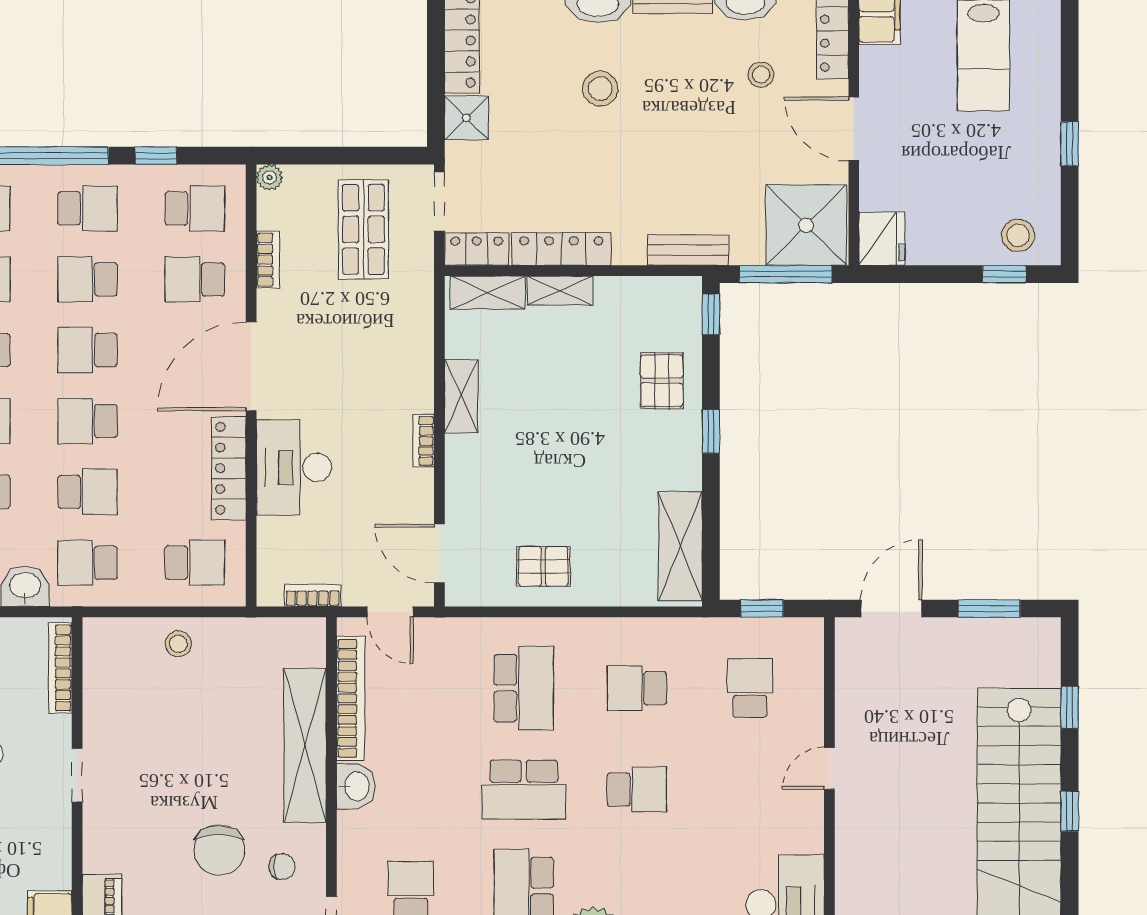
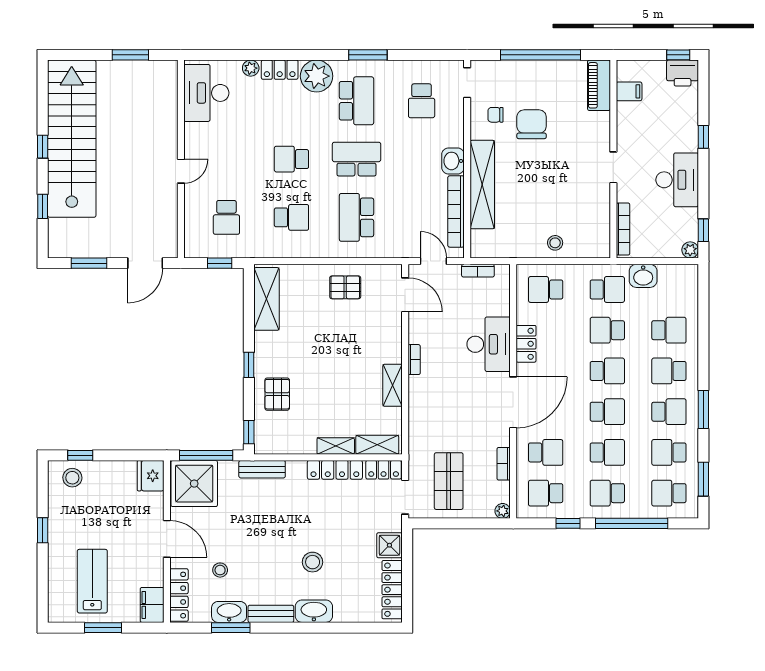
locker: (229, 468) -> (526, 344), width x0.66

